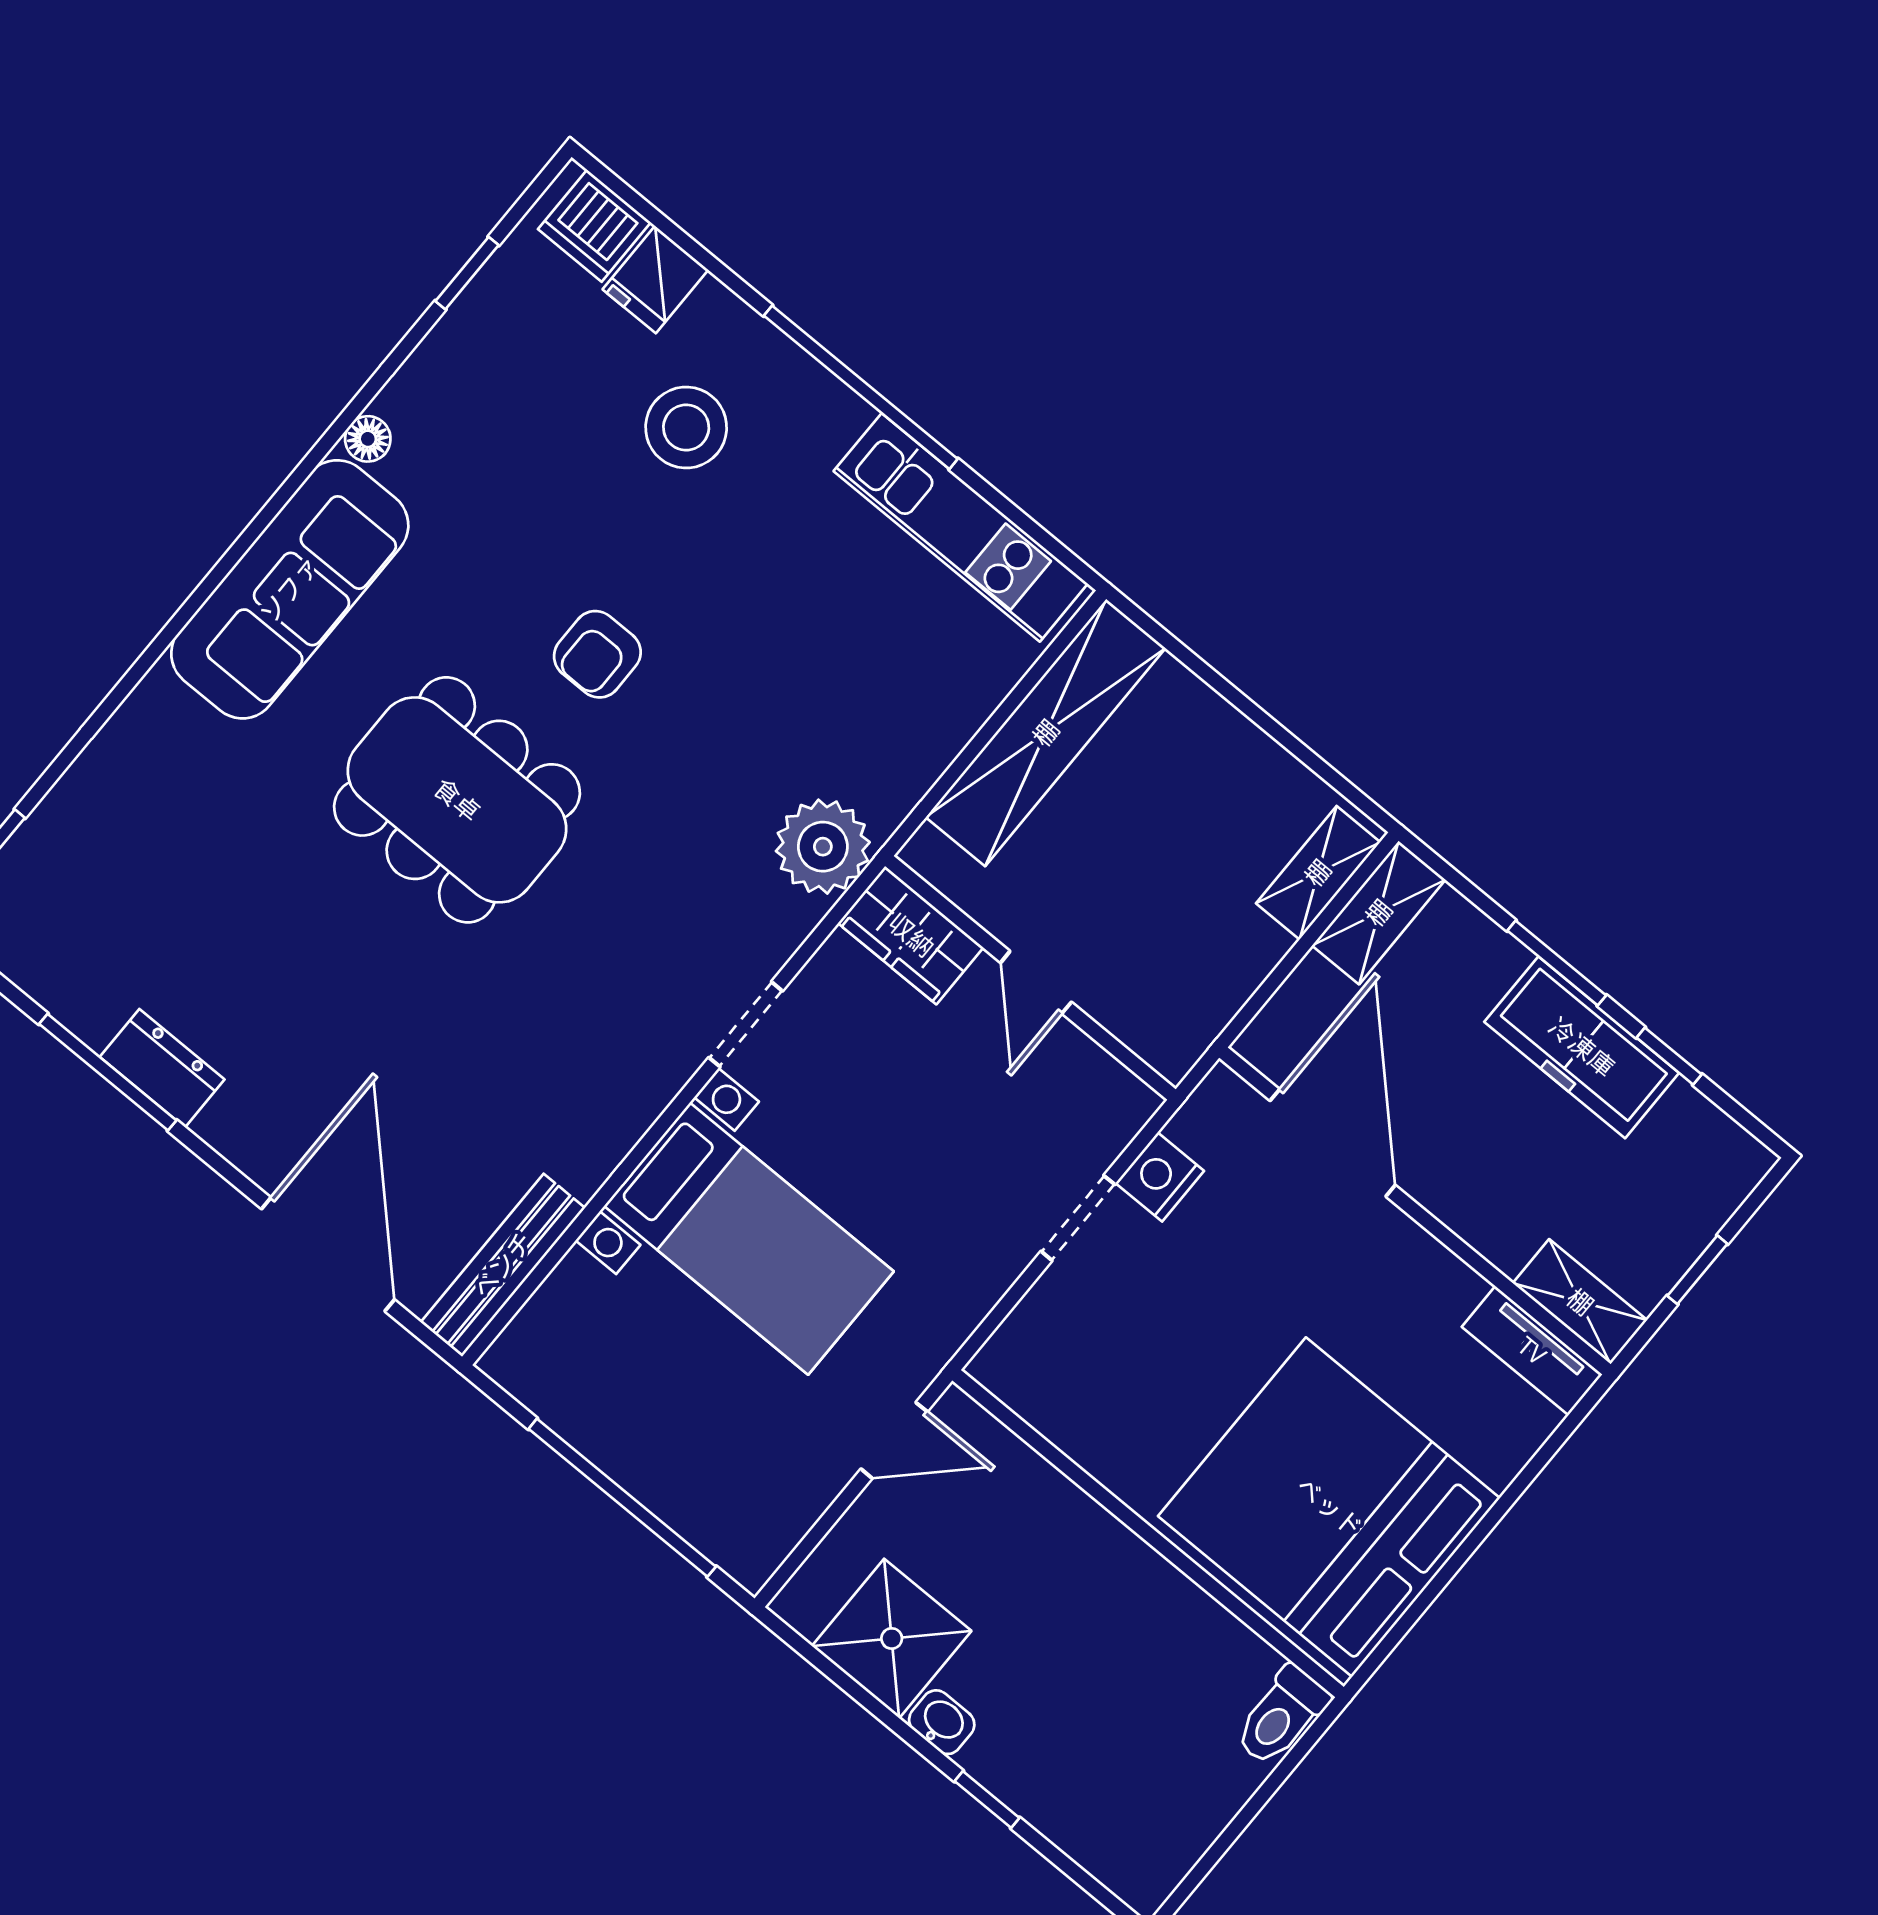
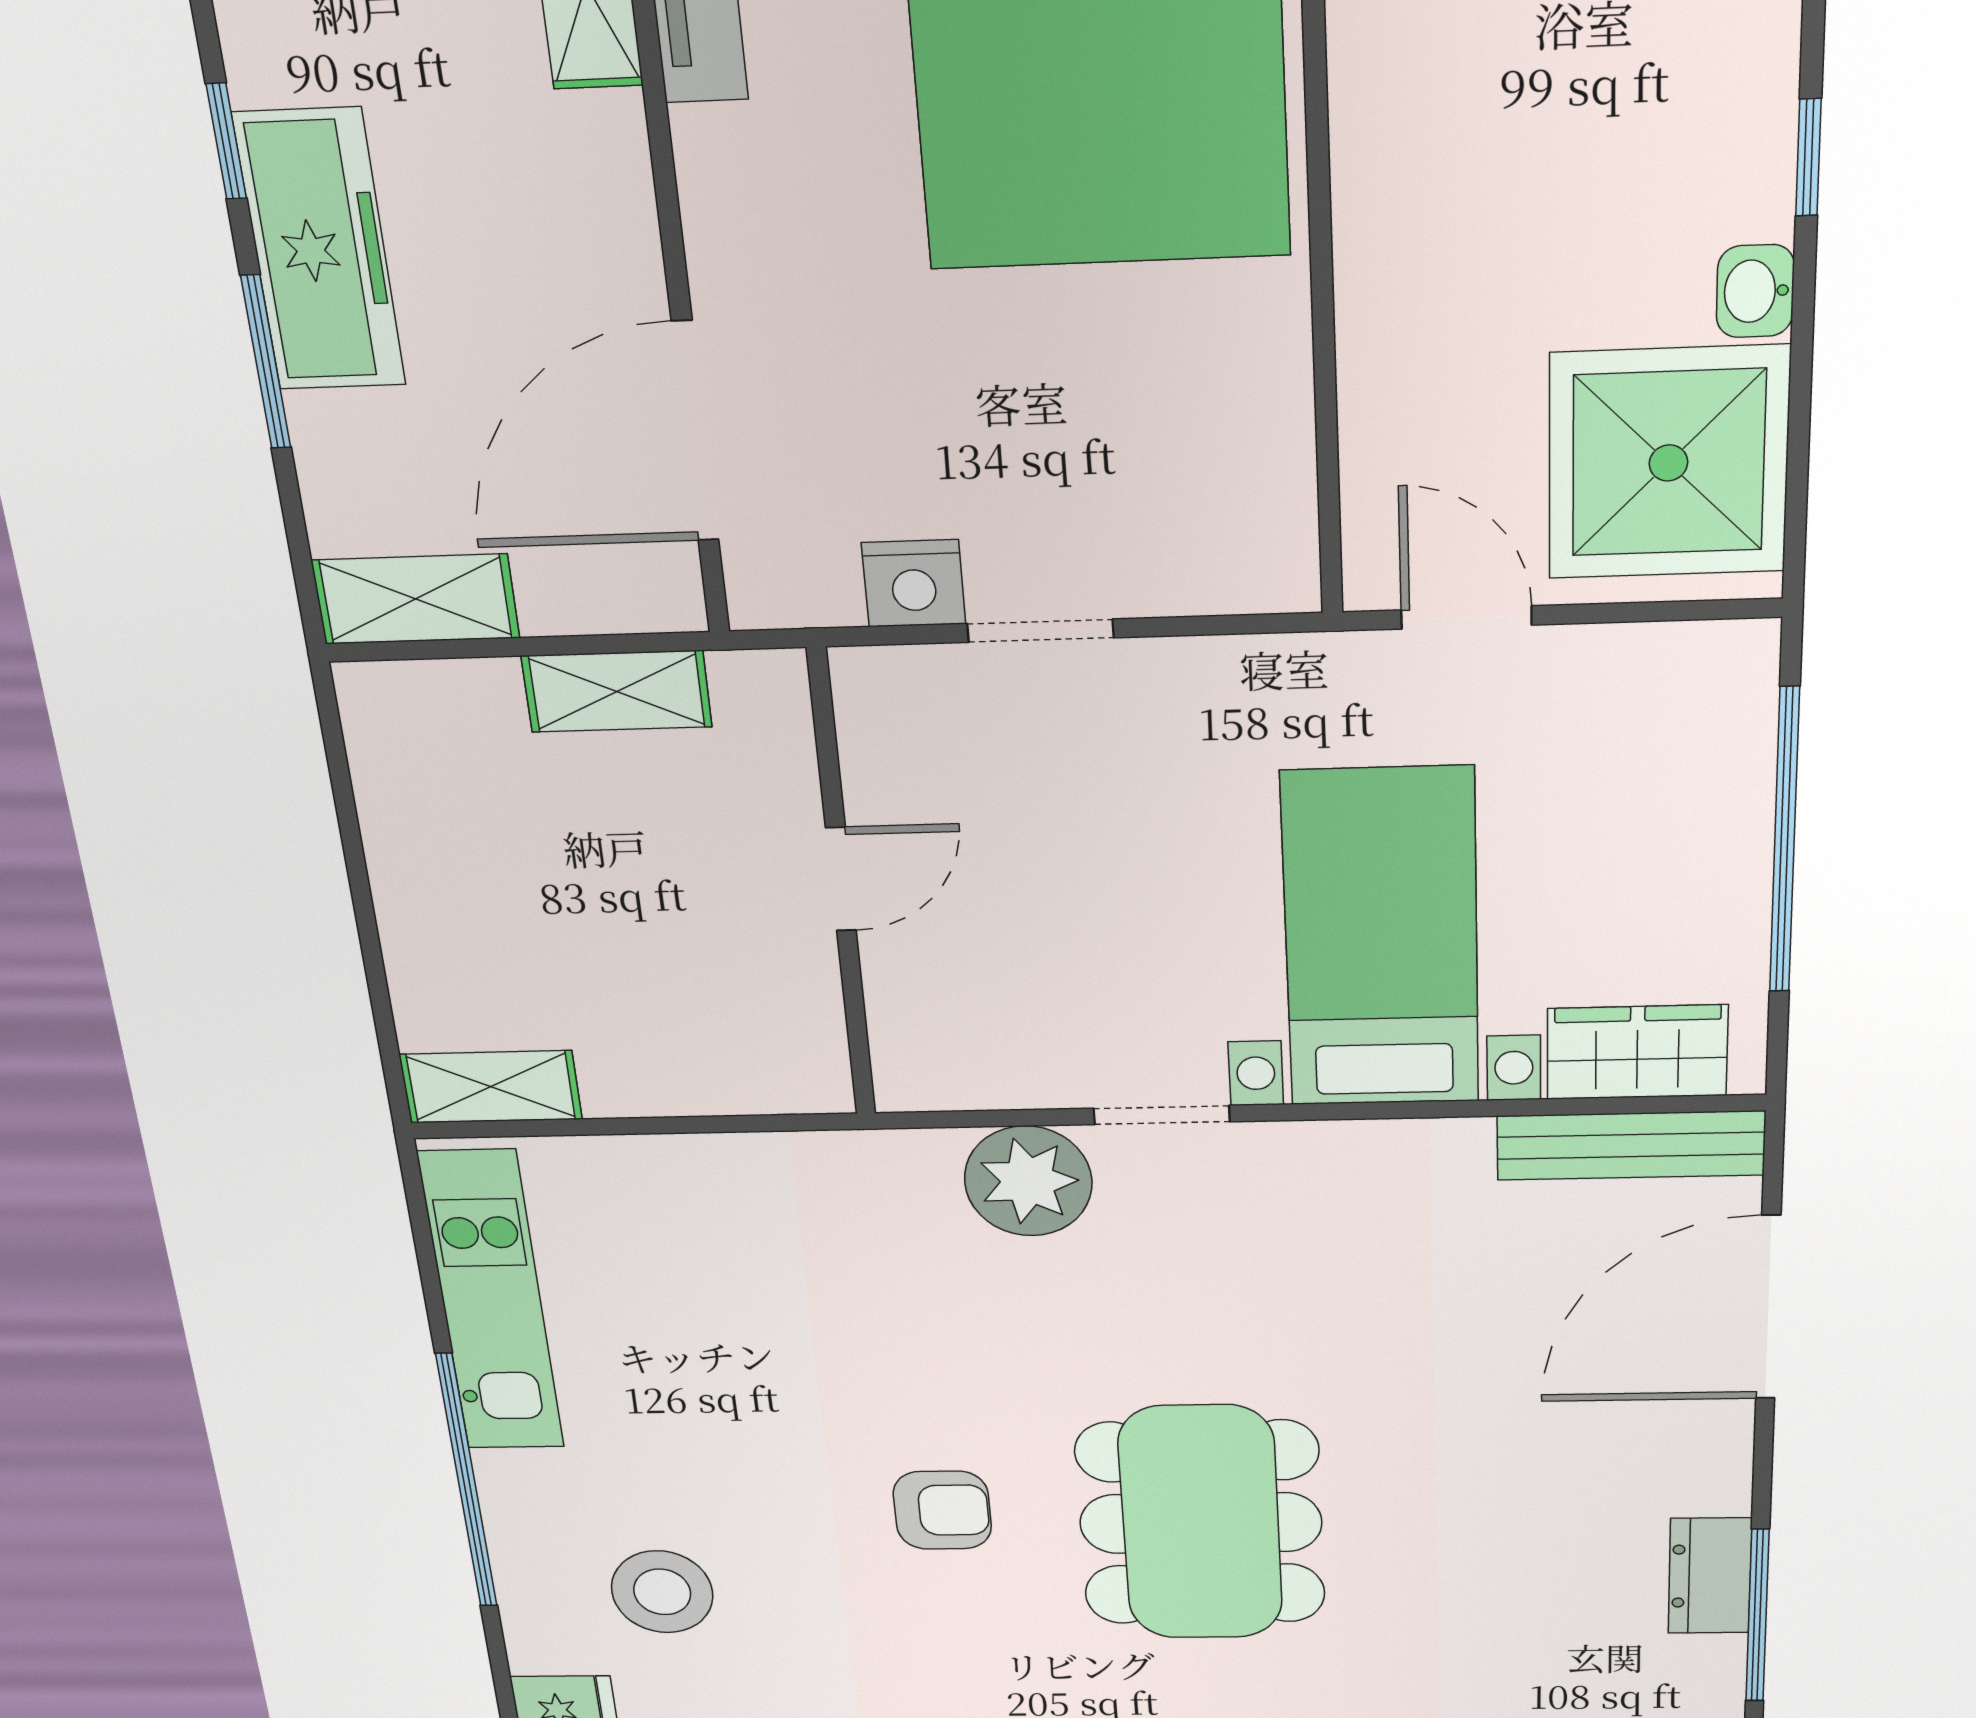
shelving: (1046, 733) -> (491, 1087), width x0.45, depth x0.75
plant: (823, 847) -> (1028, 1181), moved
shelving: (1318, 873) -> (617, 691), moved
wardrobe: (911, 935) -> (1637, 1052), moved, turned -90
shower: (892, 1638) -> (1668, 463), width x1.37, depth x1.37

